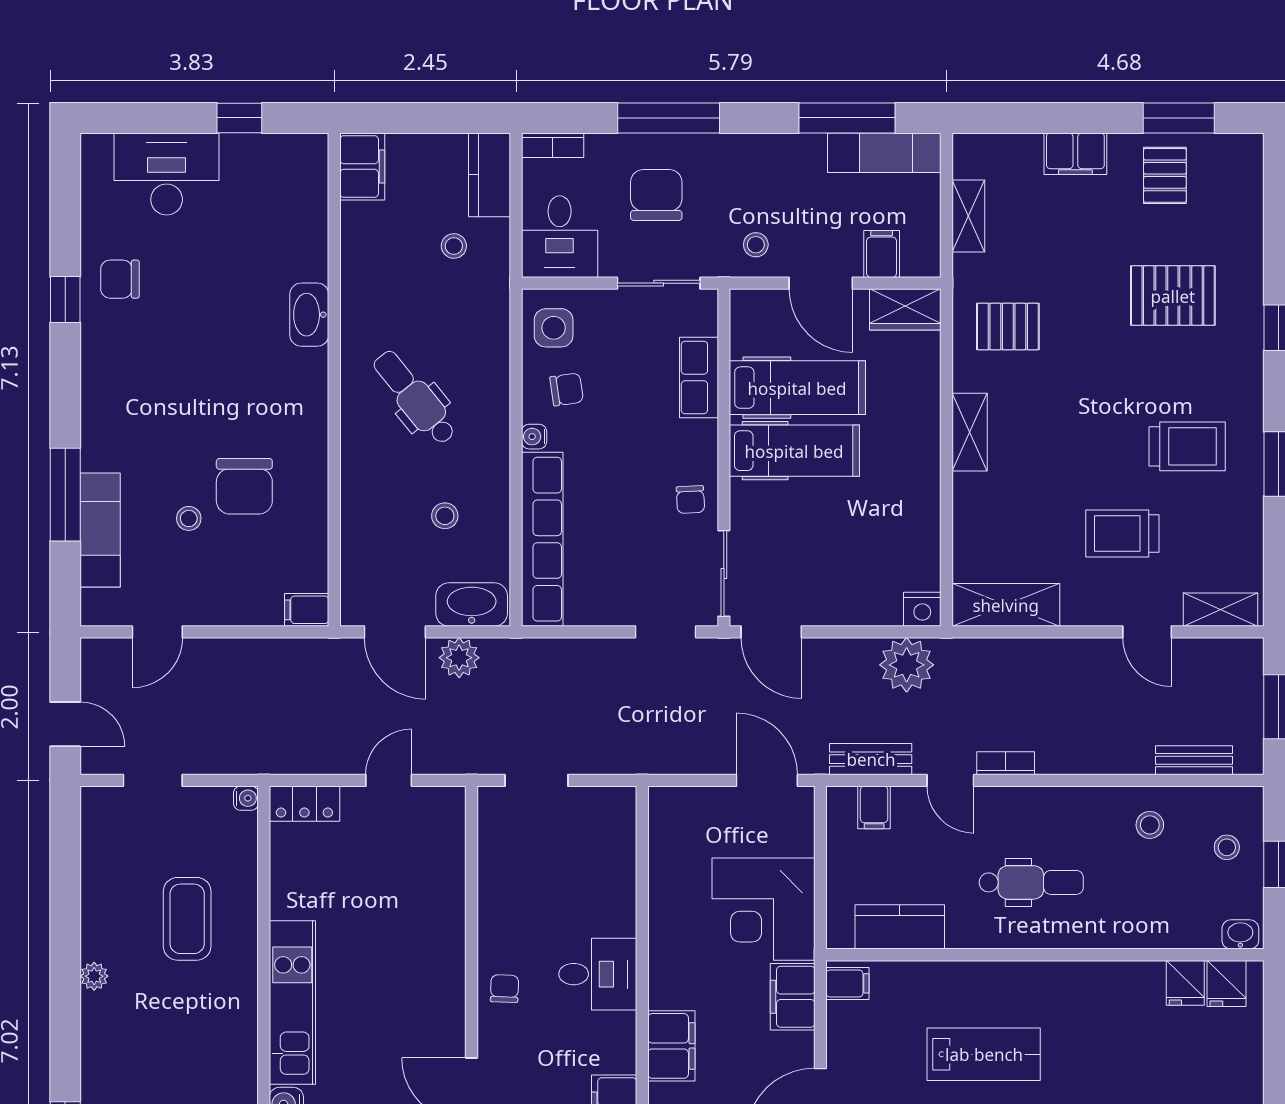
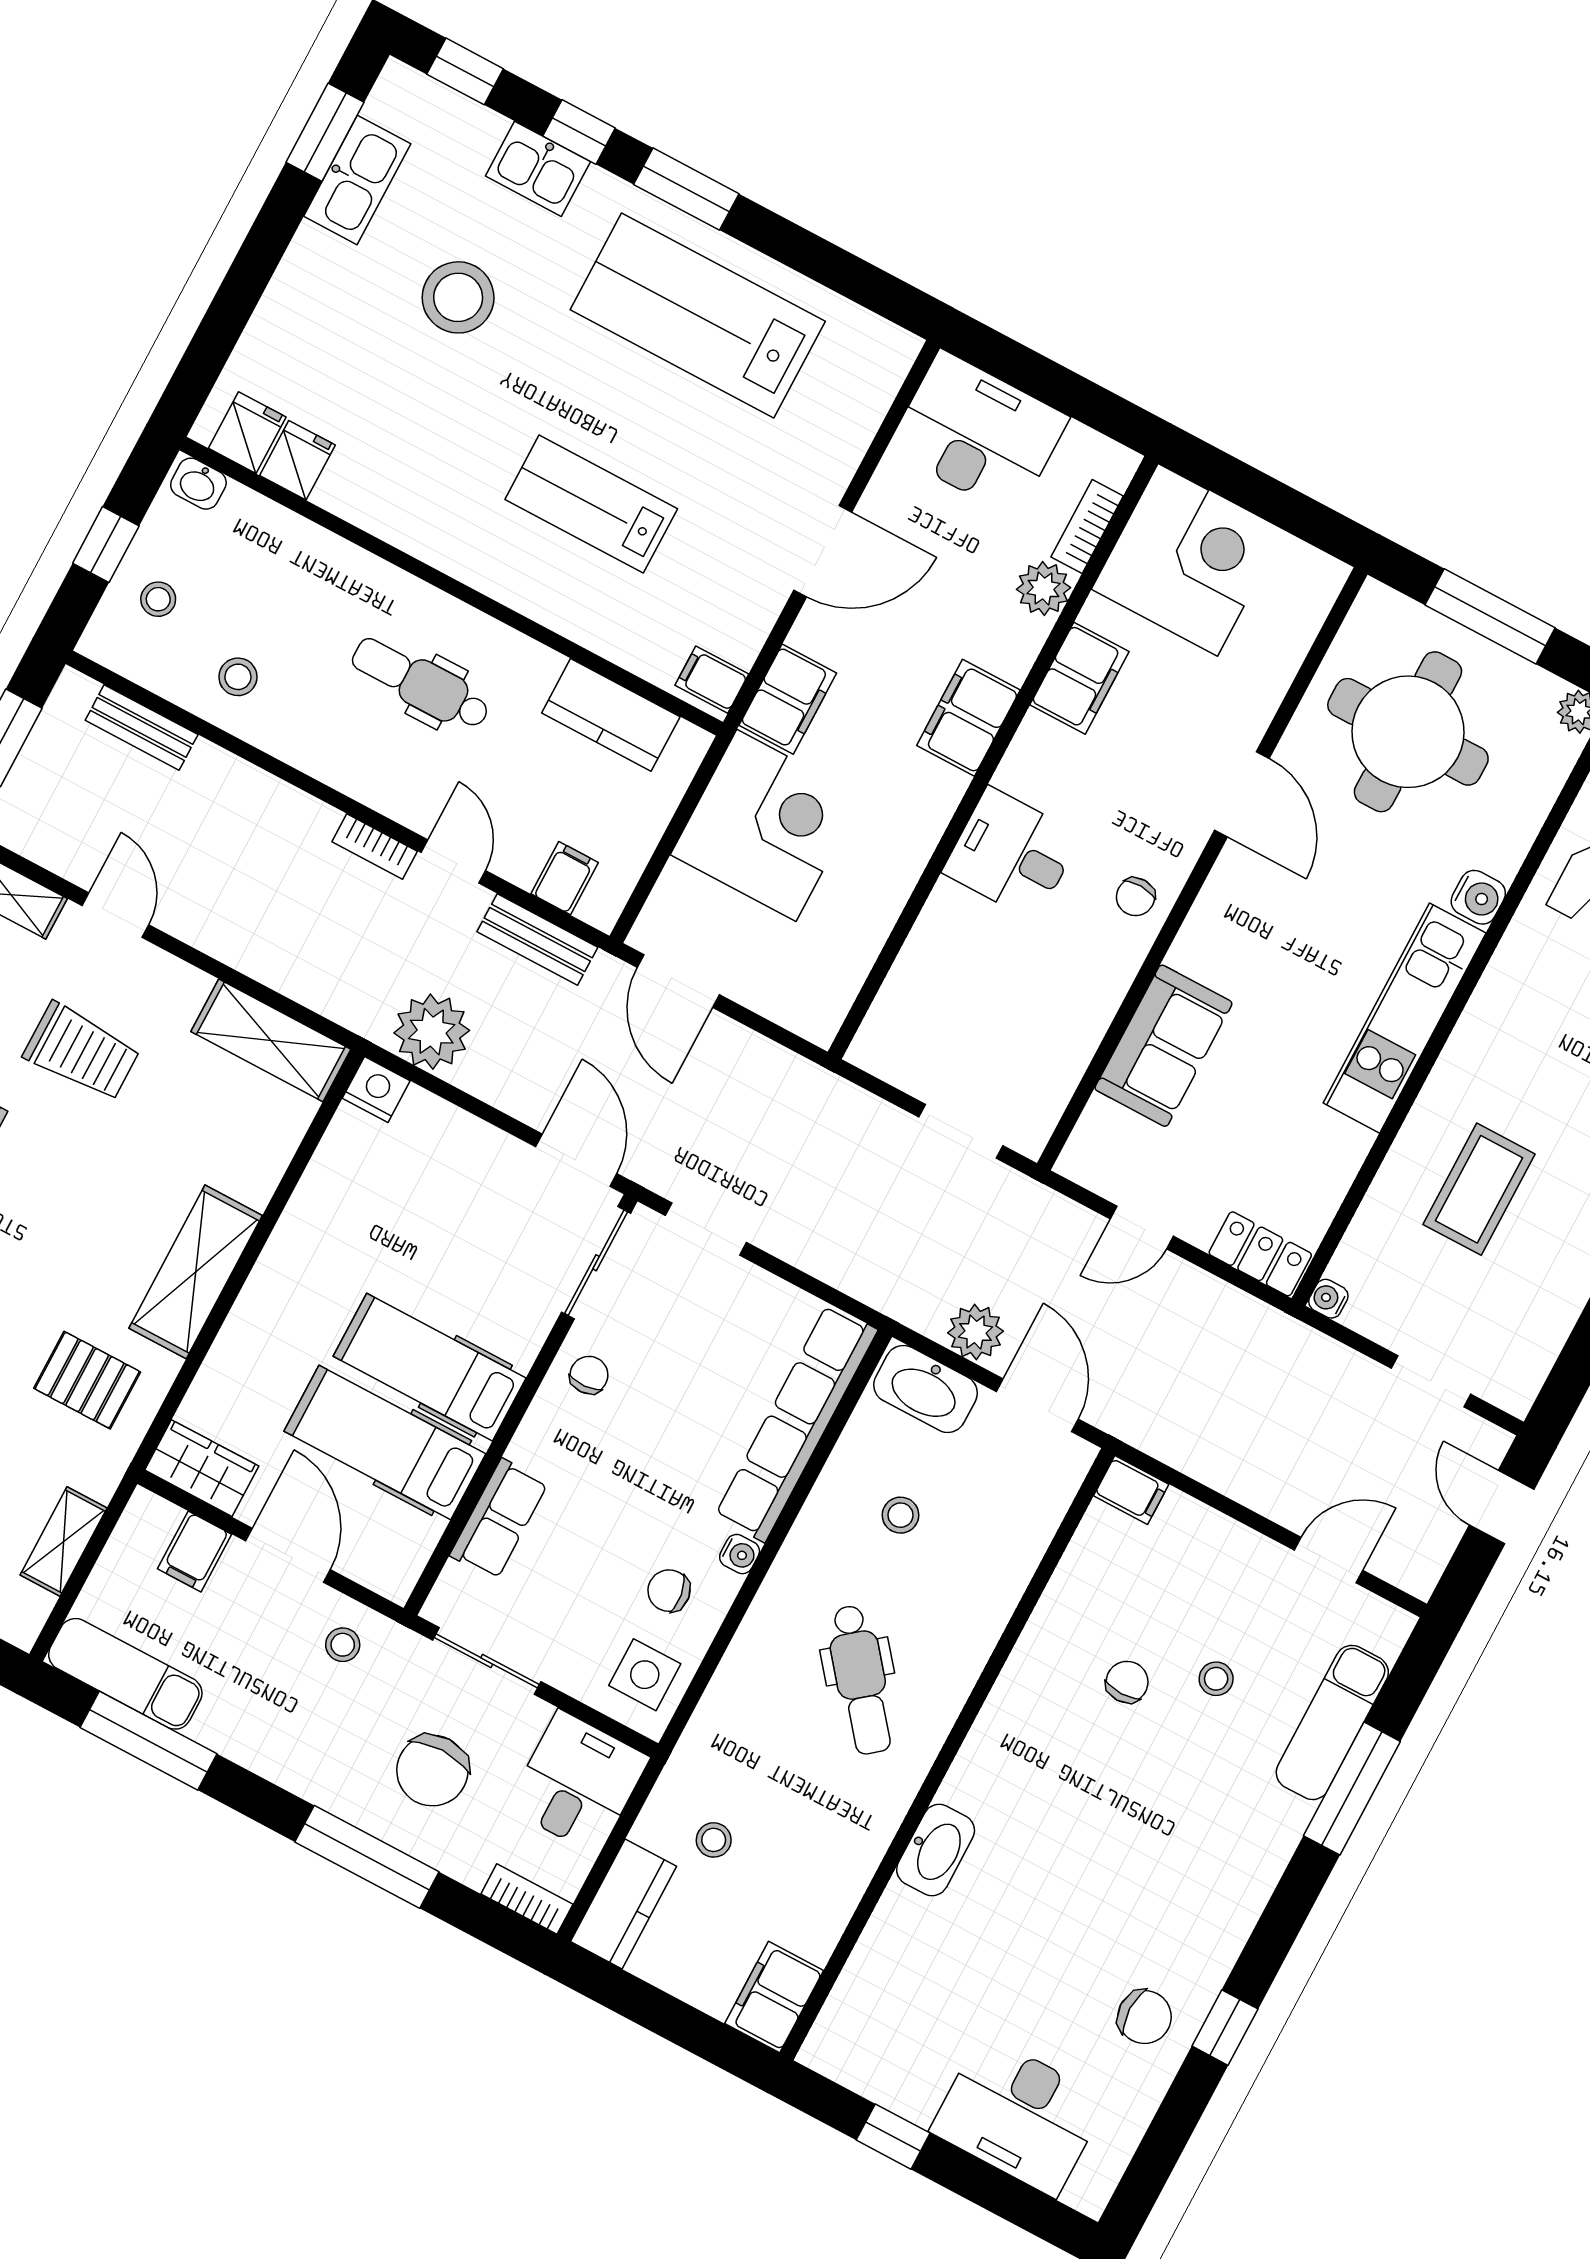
shelving: (970, 432) -> (196, 1272), width x1.50, depth x1.33
chair: (244, 486) -> (1127, 1682), width x0.54, depth x0.54
sofa: (436, 903) -> (1163, 1046), added

